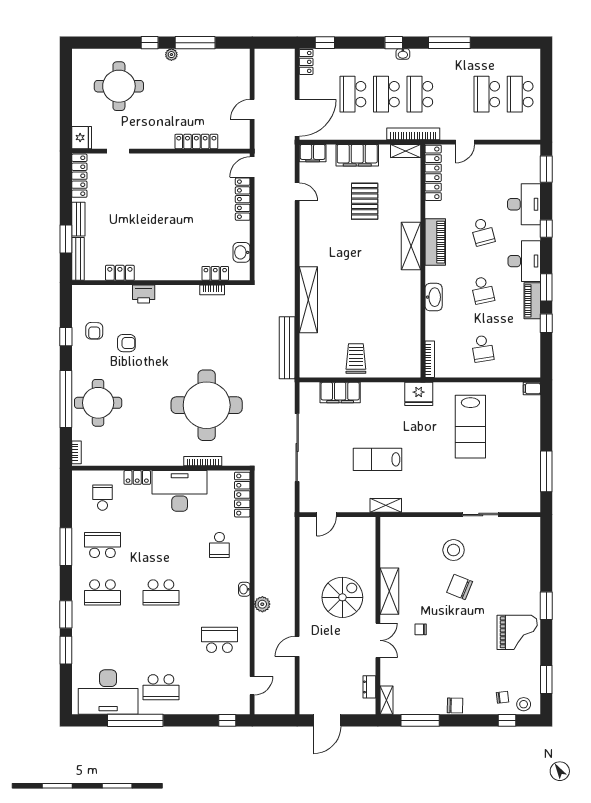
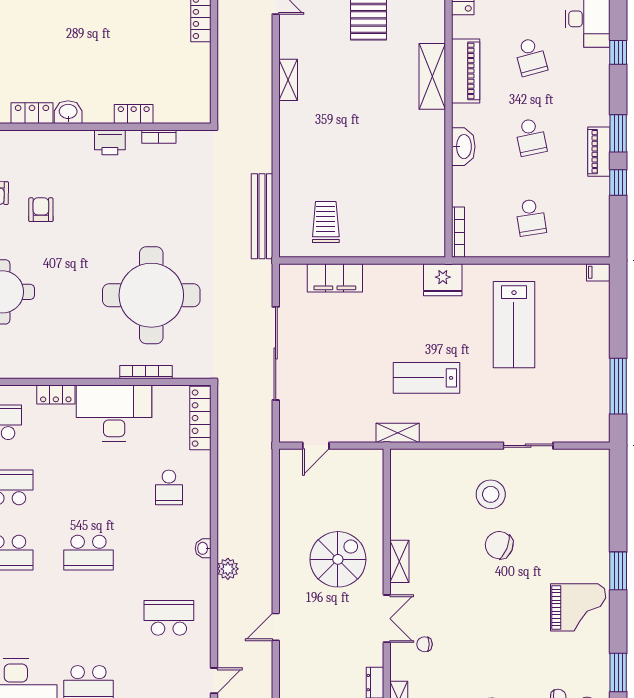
washbasin: (242, 252) -> (68, 112), moved, turned 90
desk: (524, 261) -> (588, 97), removed
locker: (215, 273) -> (134, 114), moved
printer: (144, 294) -> (110, 142), moved
shelving: (308, 300) -> (288, 80), moved, width x0.45, depth x0.75
armchair: (126, 343) -> (41, 210), turned -90
trolley: (356, 359) -> (326, 222), moved
lab bench: (378, 459) -> (427, 378), moved
shelving: (389, 591) -> (399, 561), width x0.67, depth x0.75
chair: (421, 629) -> (424, 644), moved

